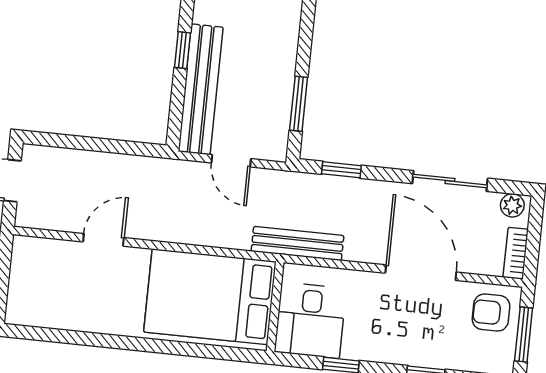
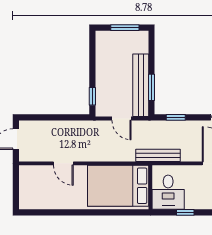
window: (183, 50) -> (92, 96), moved
bench: (201, 89) -> (141, 85), moved
door: (103, 240) -> (63, 163), swing flipped

